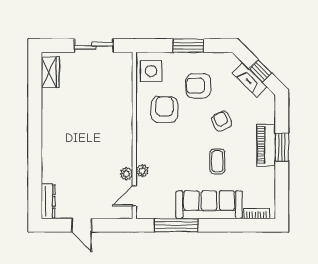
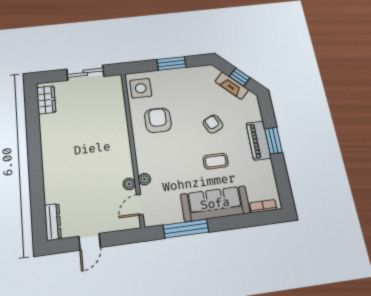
armchair: (198, 86) -> (186, 96), removed
coffee table: (217, 161) -> (216, 161), turned 90
door: (82, 225) -> (90, 242), hinge flipped

